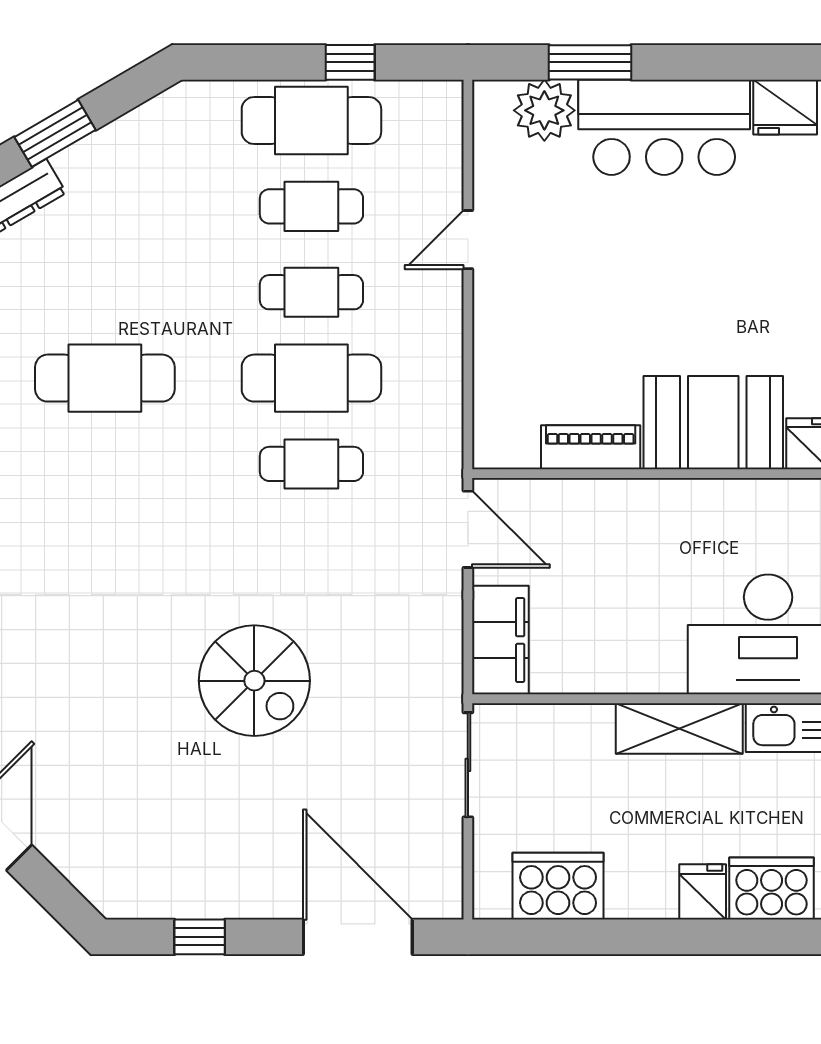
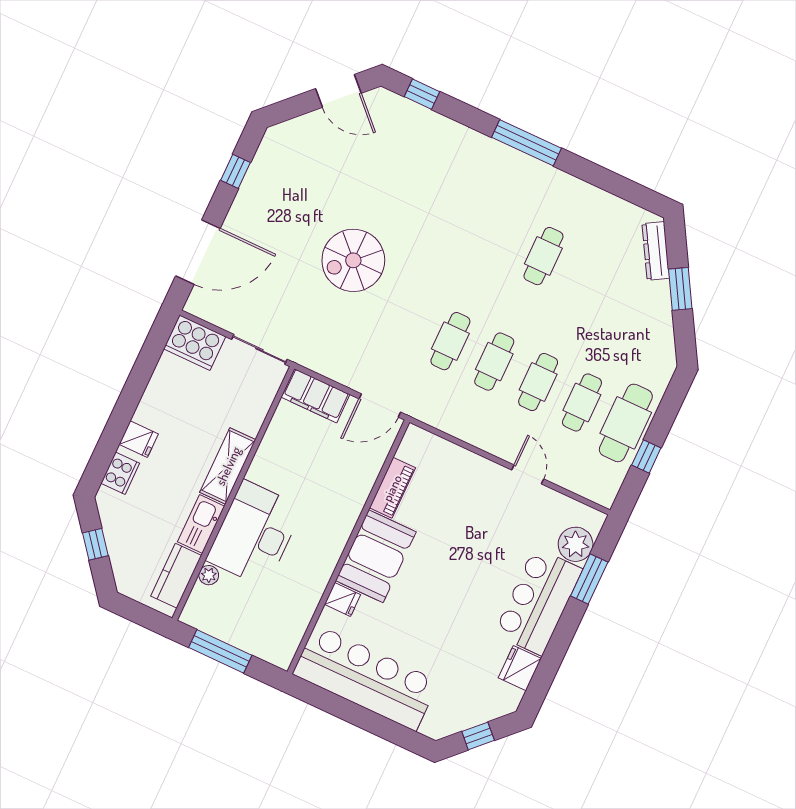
cafe table: (105, 378) -> (543, 256), width x0.73, depth x0.74
cafe table: (311, 378) -> (494, 362), width x0.73, depth x0.74
cooker: (558, 886) -> (195, 343), moved, turned 90
cooker: (772, 888) -> (120, 473), width x0.73, depth x0.76

